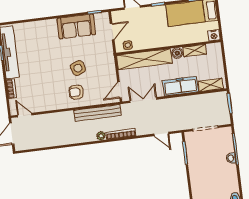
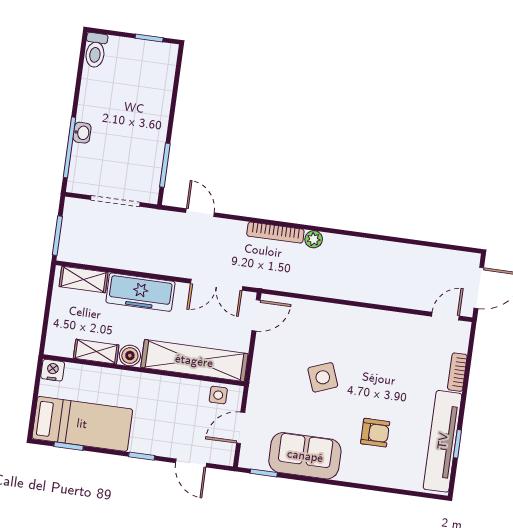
armchair: (76, 92) -> (375, 433), moved
bench: (97, 113) -> (309, 284), removed
door: (25, 115) -> (445, 316), swing flipped

